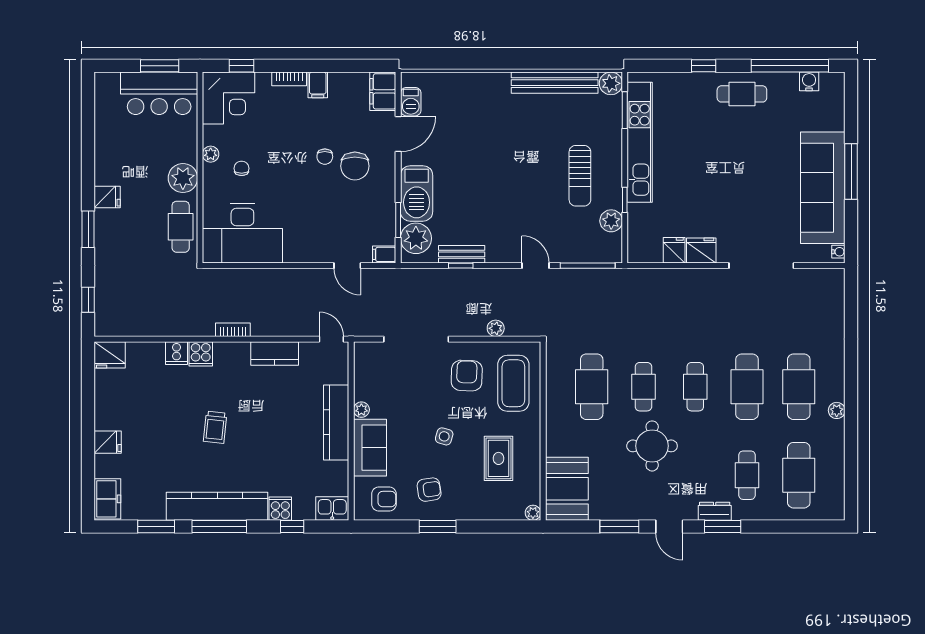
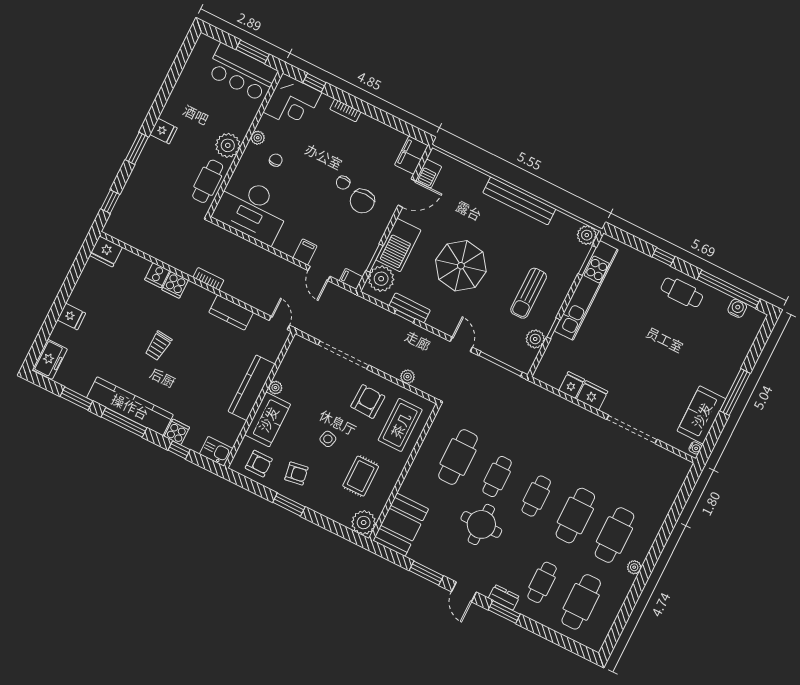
bench: (555, 83) -> (519, 201), moved
filing cabinet: (318, 85) -> (305, 252), moved, turned 180
parasol: (494, 182) -> (461, 266), added
sofa: (823, 188) -> (701, 415), width x0.54, depth x0.79
plant: (533, 513) -> (364, 523), width x1.87, depth x1.87

